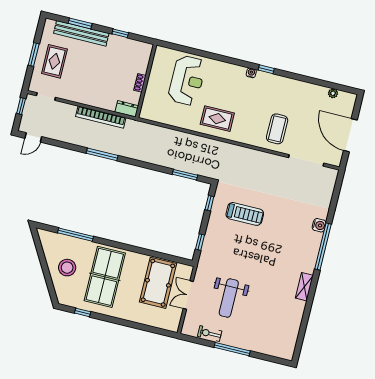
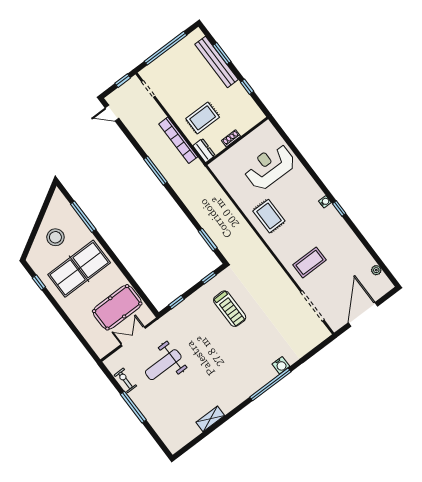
window: (34, 55) -> (165, 48), width x2.11
rug: (54, 61) -> (203, 118), moved
reception desk: (187, 80) -> (270, 167), turned 180
shelving: (304, 287) -> (210, 419), moved

